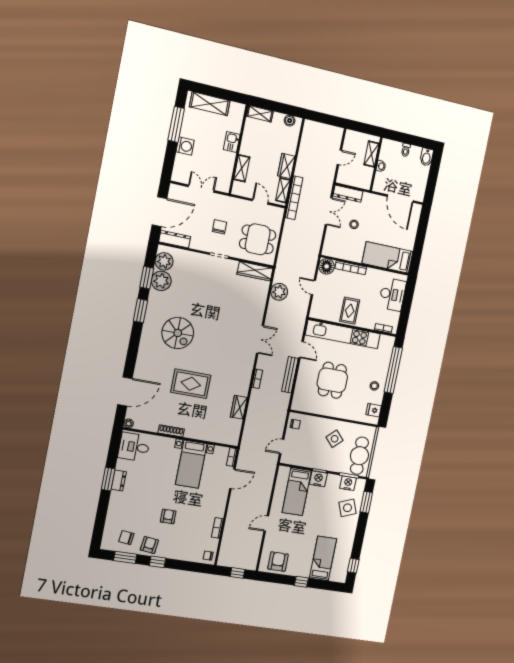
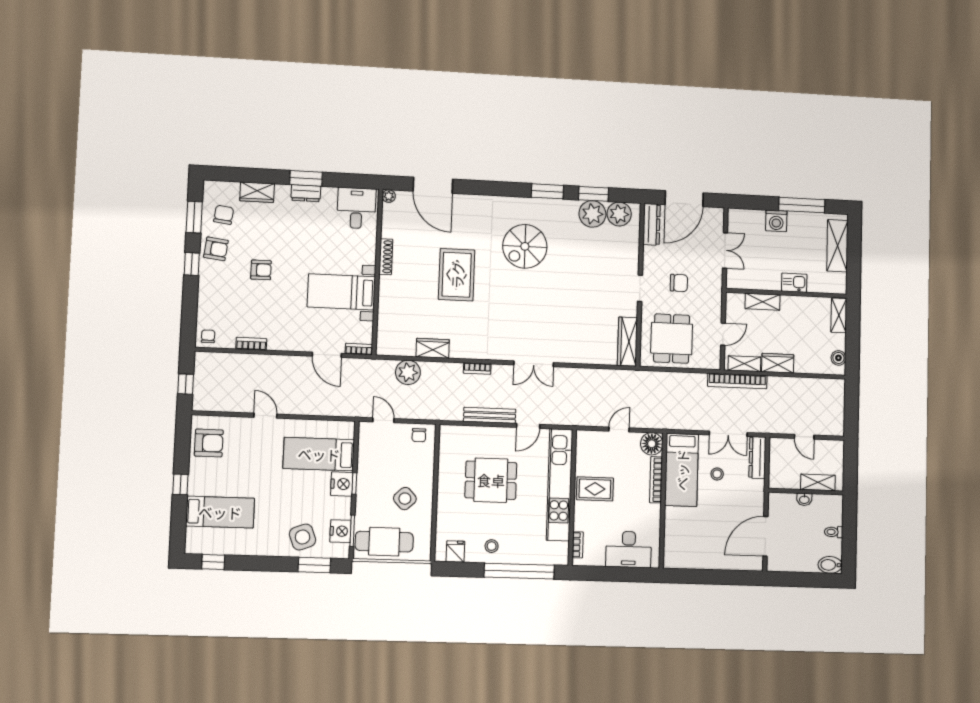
door: (159, 212) -> (684, 199), hinge flipped
bed: (388, 257) -> (682, 470), moved, turned 180
plant: (279, 292) -> (408, 372), moved
wardrobe: (114, 514) -> (257, 192), added

